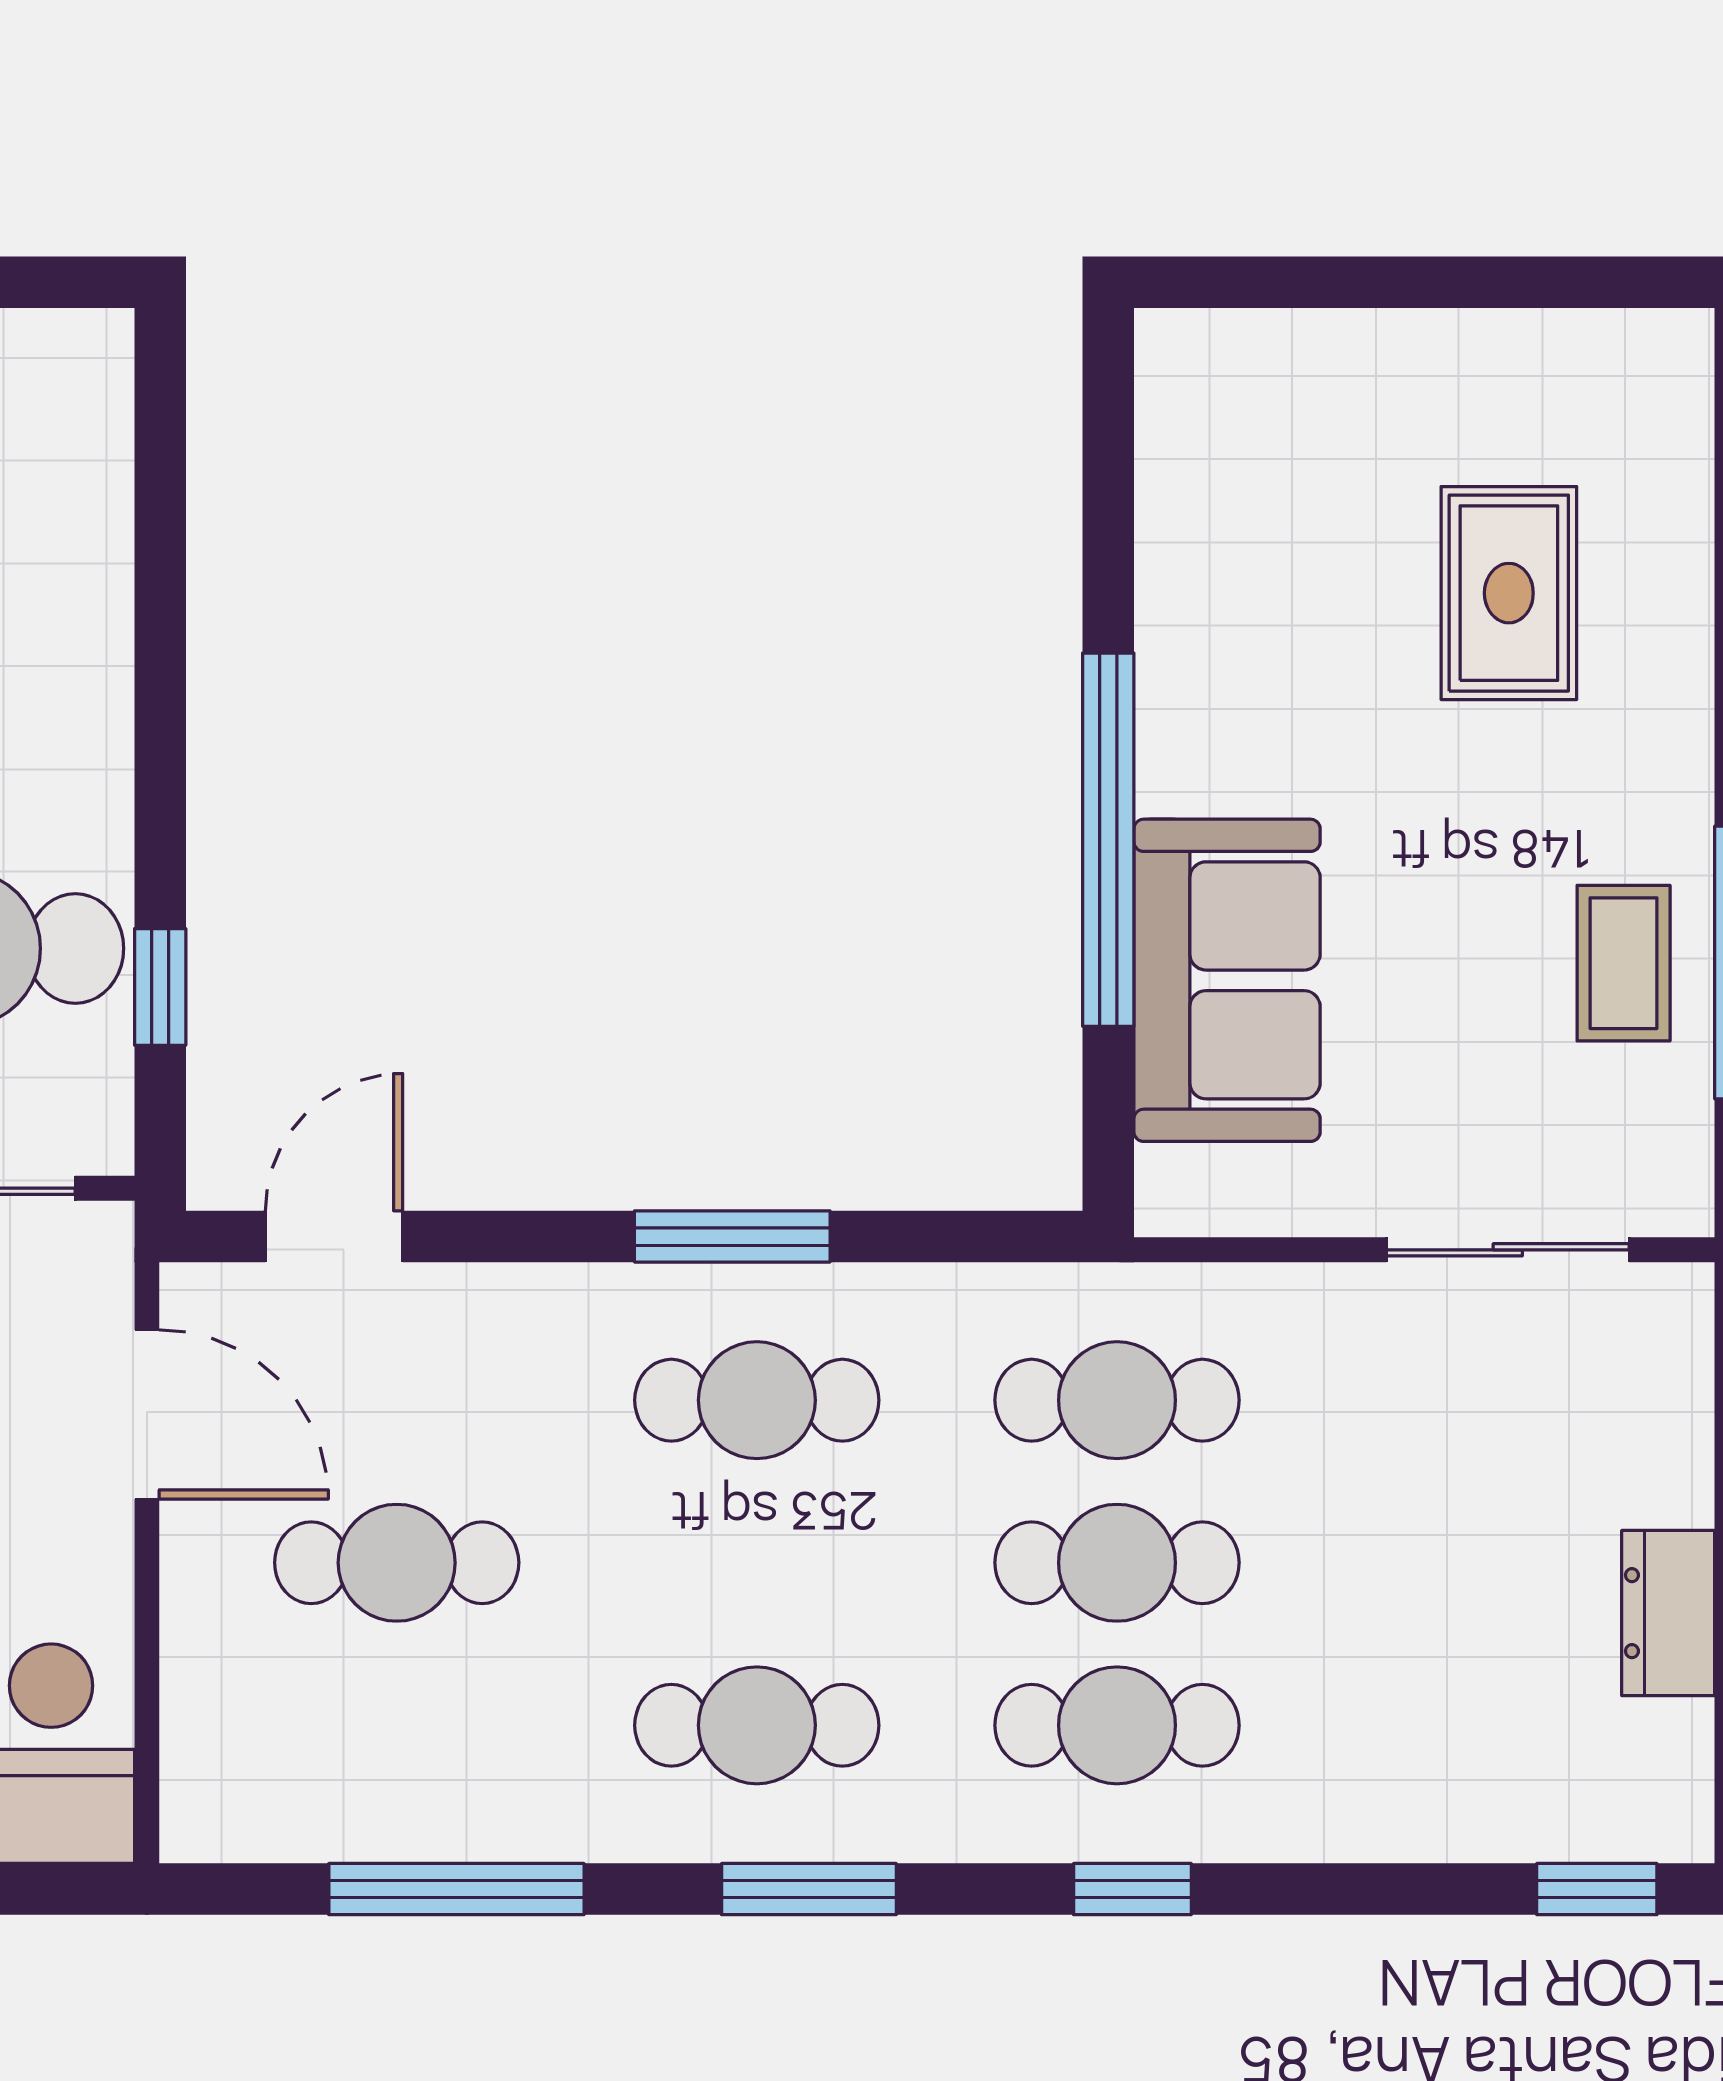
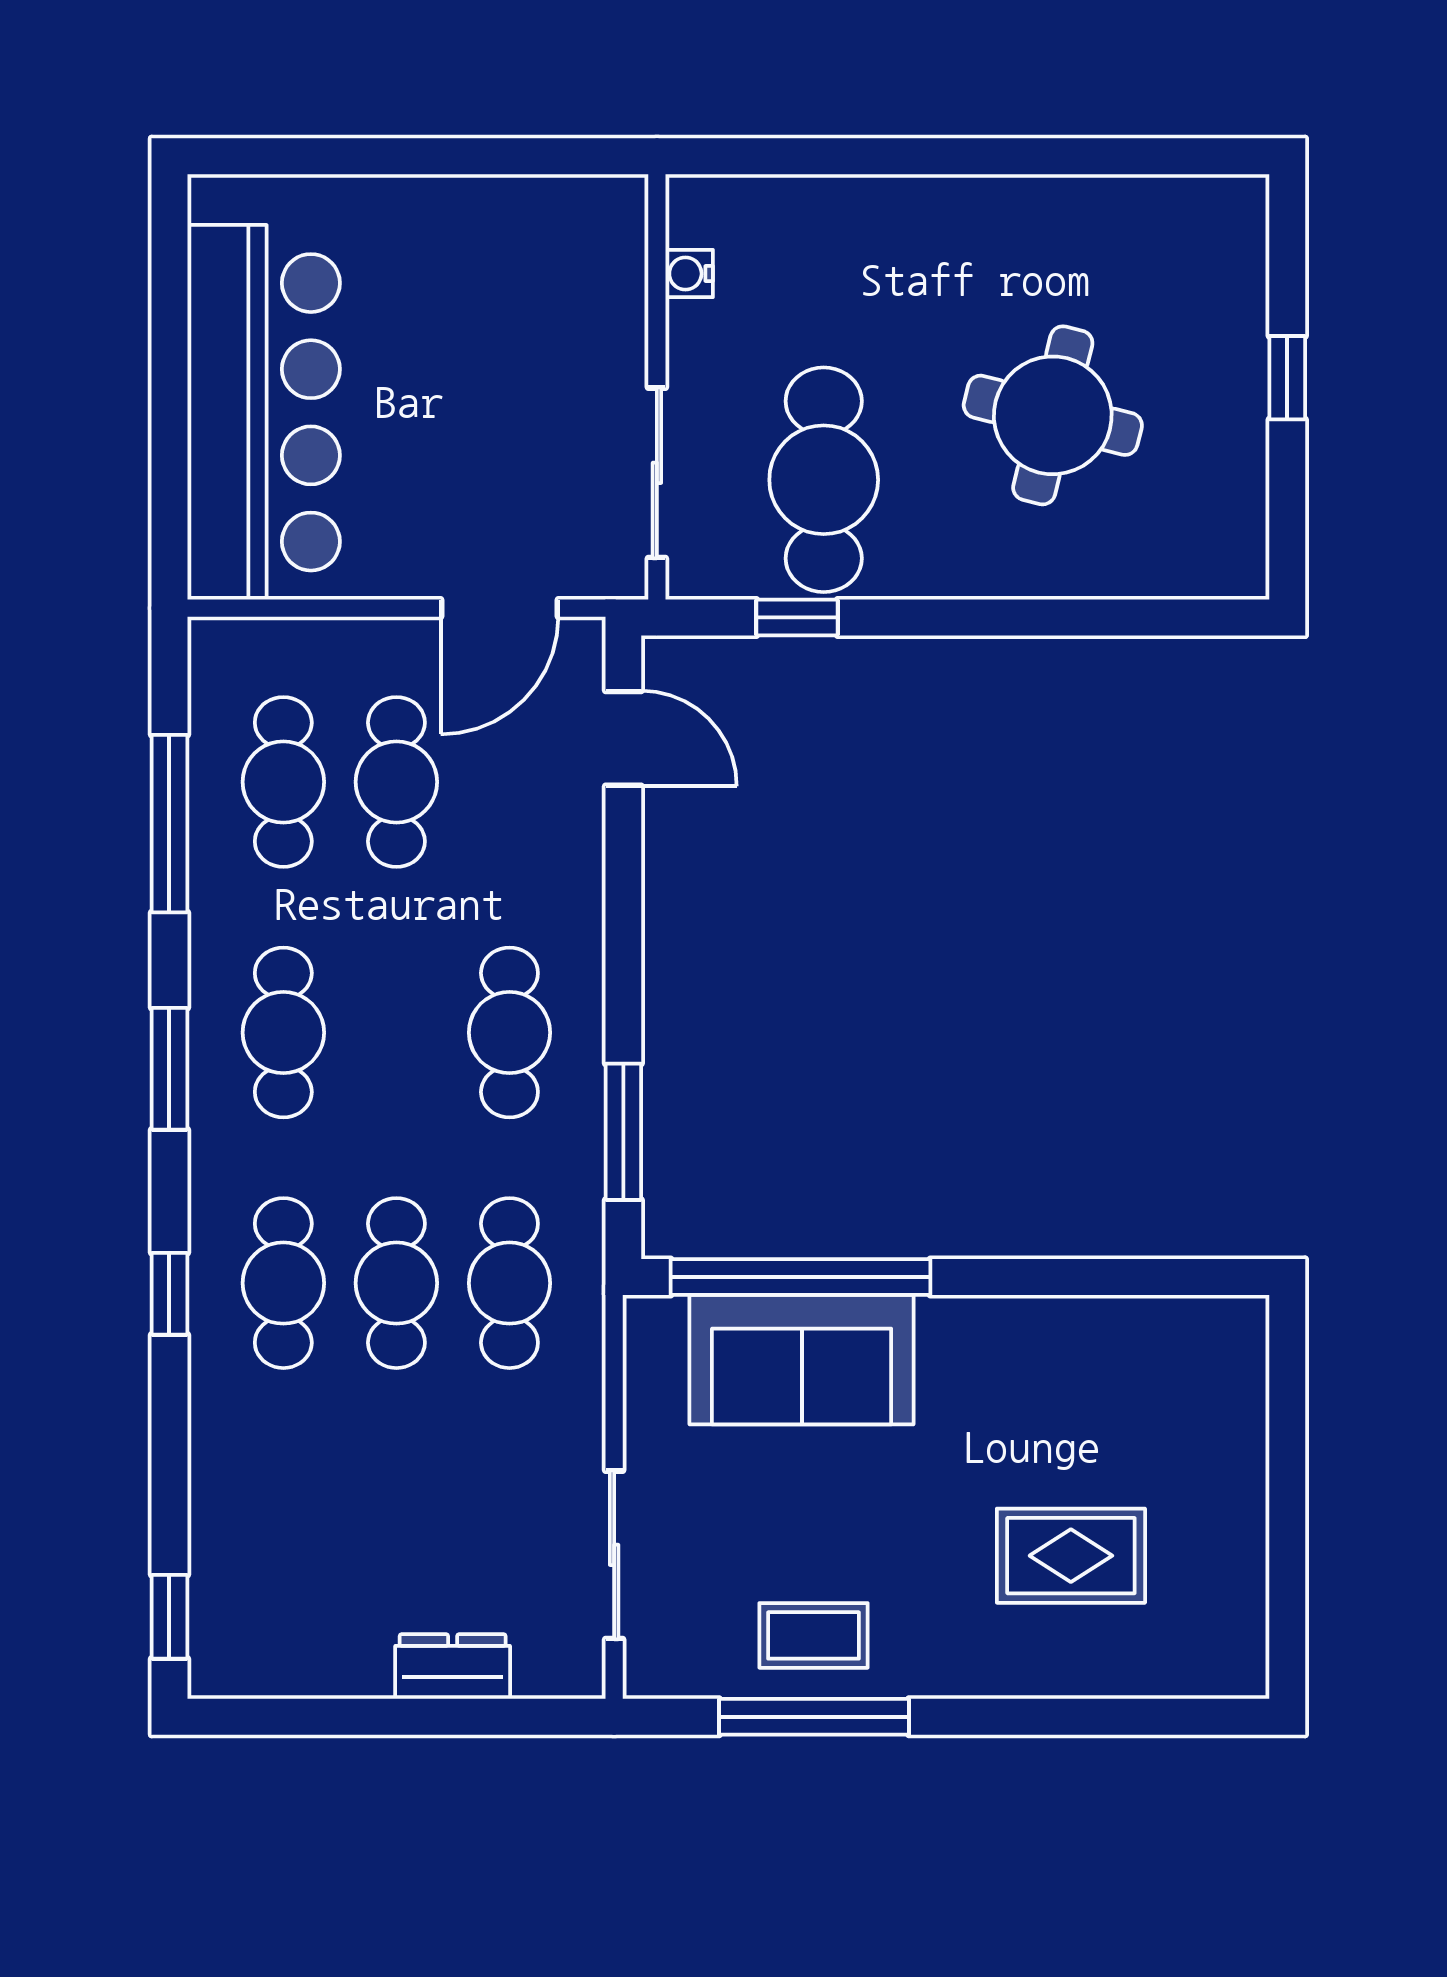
window: (1108, 840) -> (800, 1277), moved
window: (732, 1236) -> (623, 1132), moved
dresser: (1668, 1613) -> (453, 1667), moved
cafe table: (397, 1725) -> (283, 782), added

